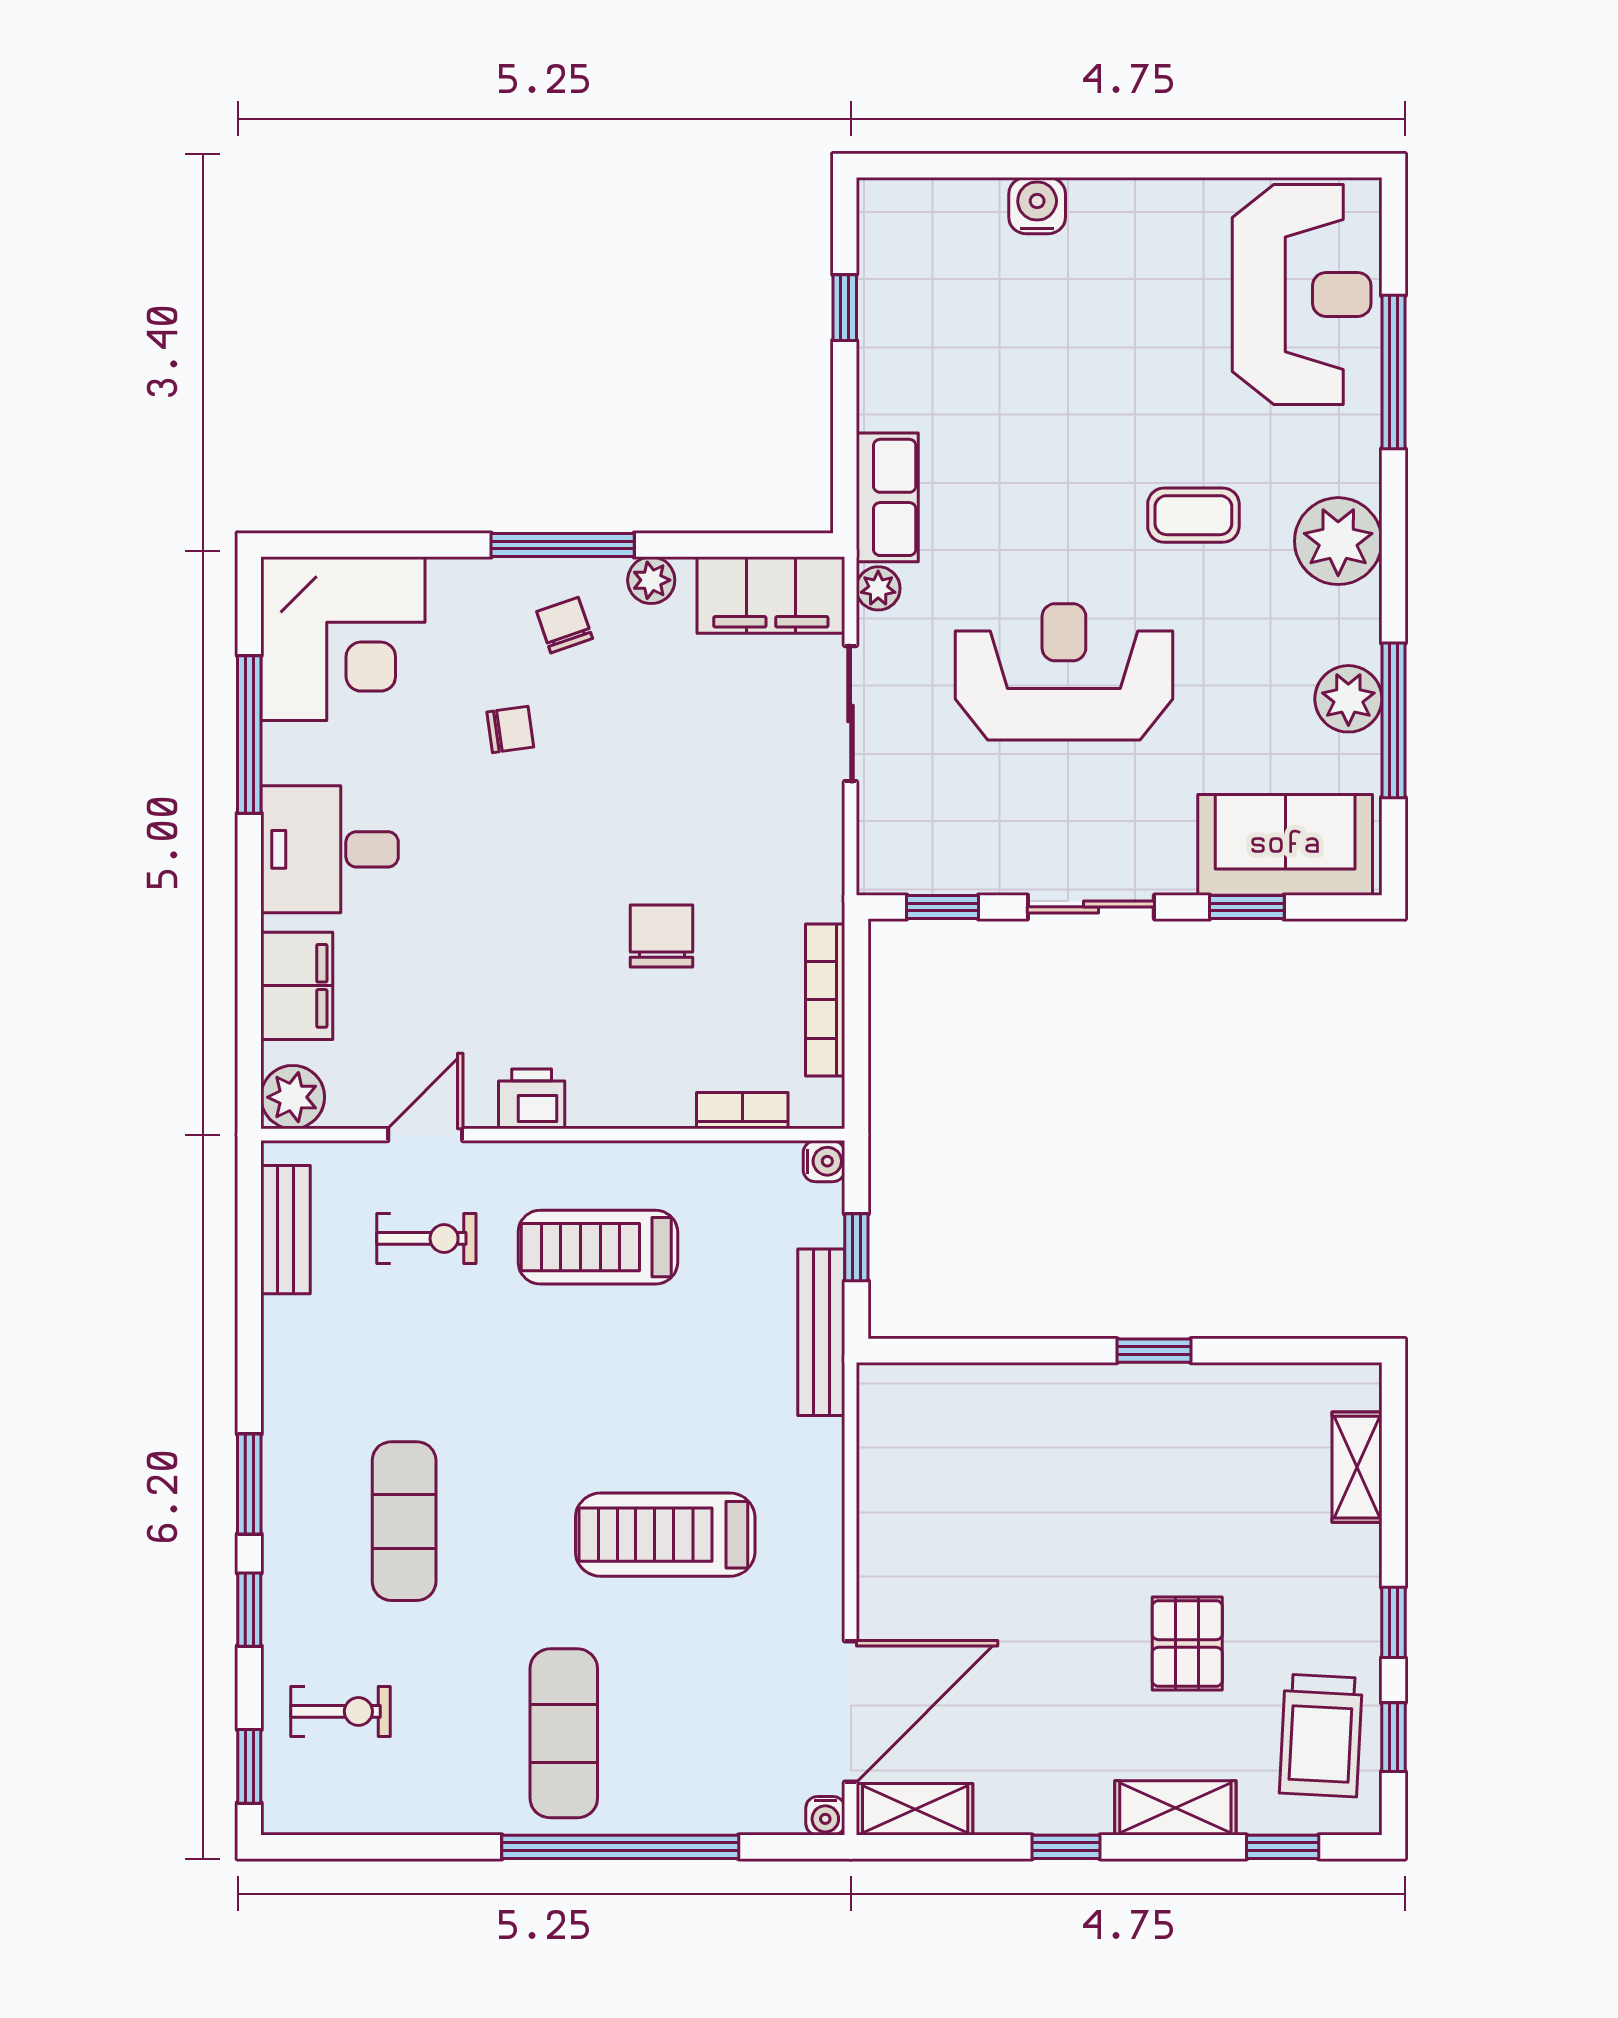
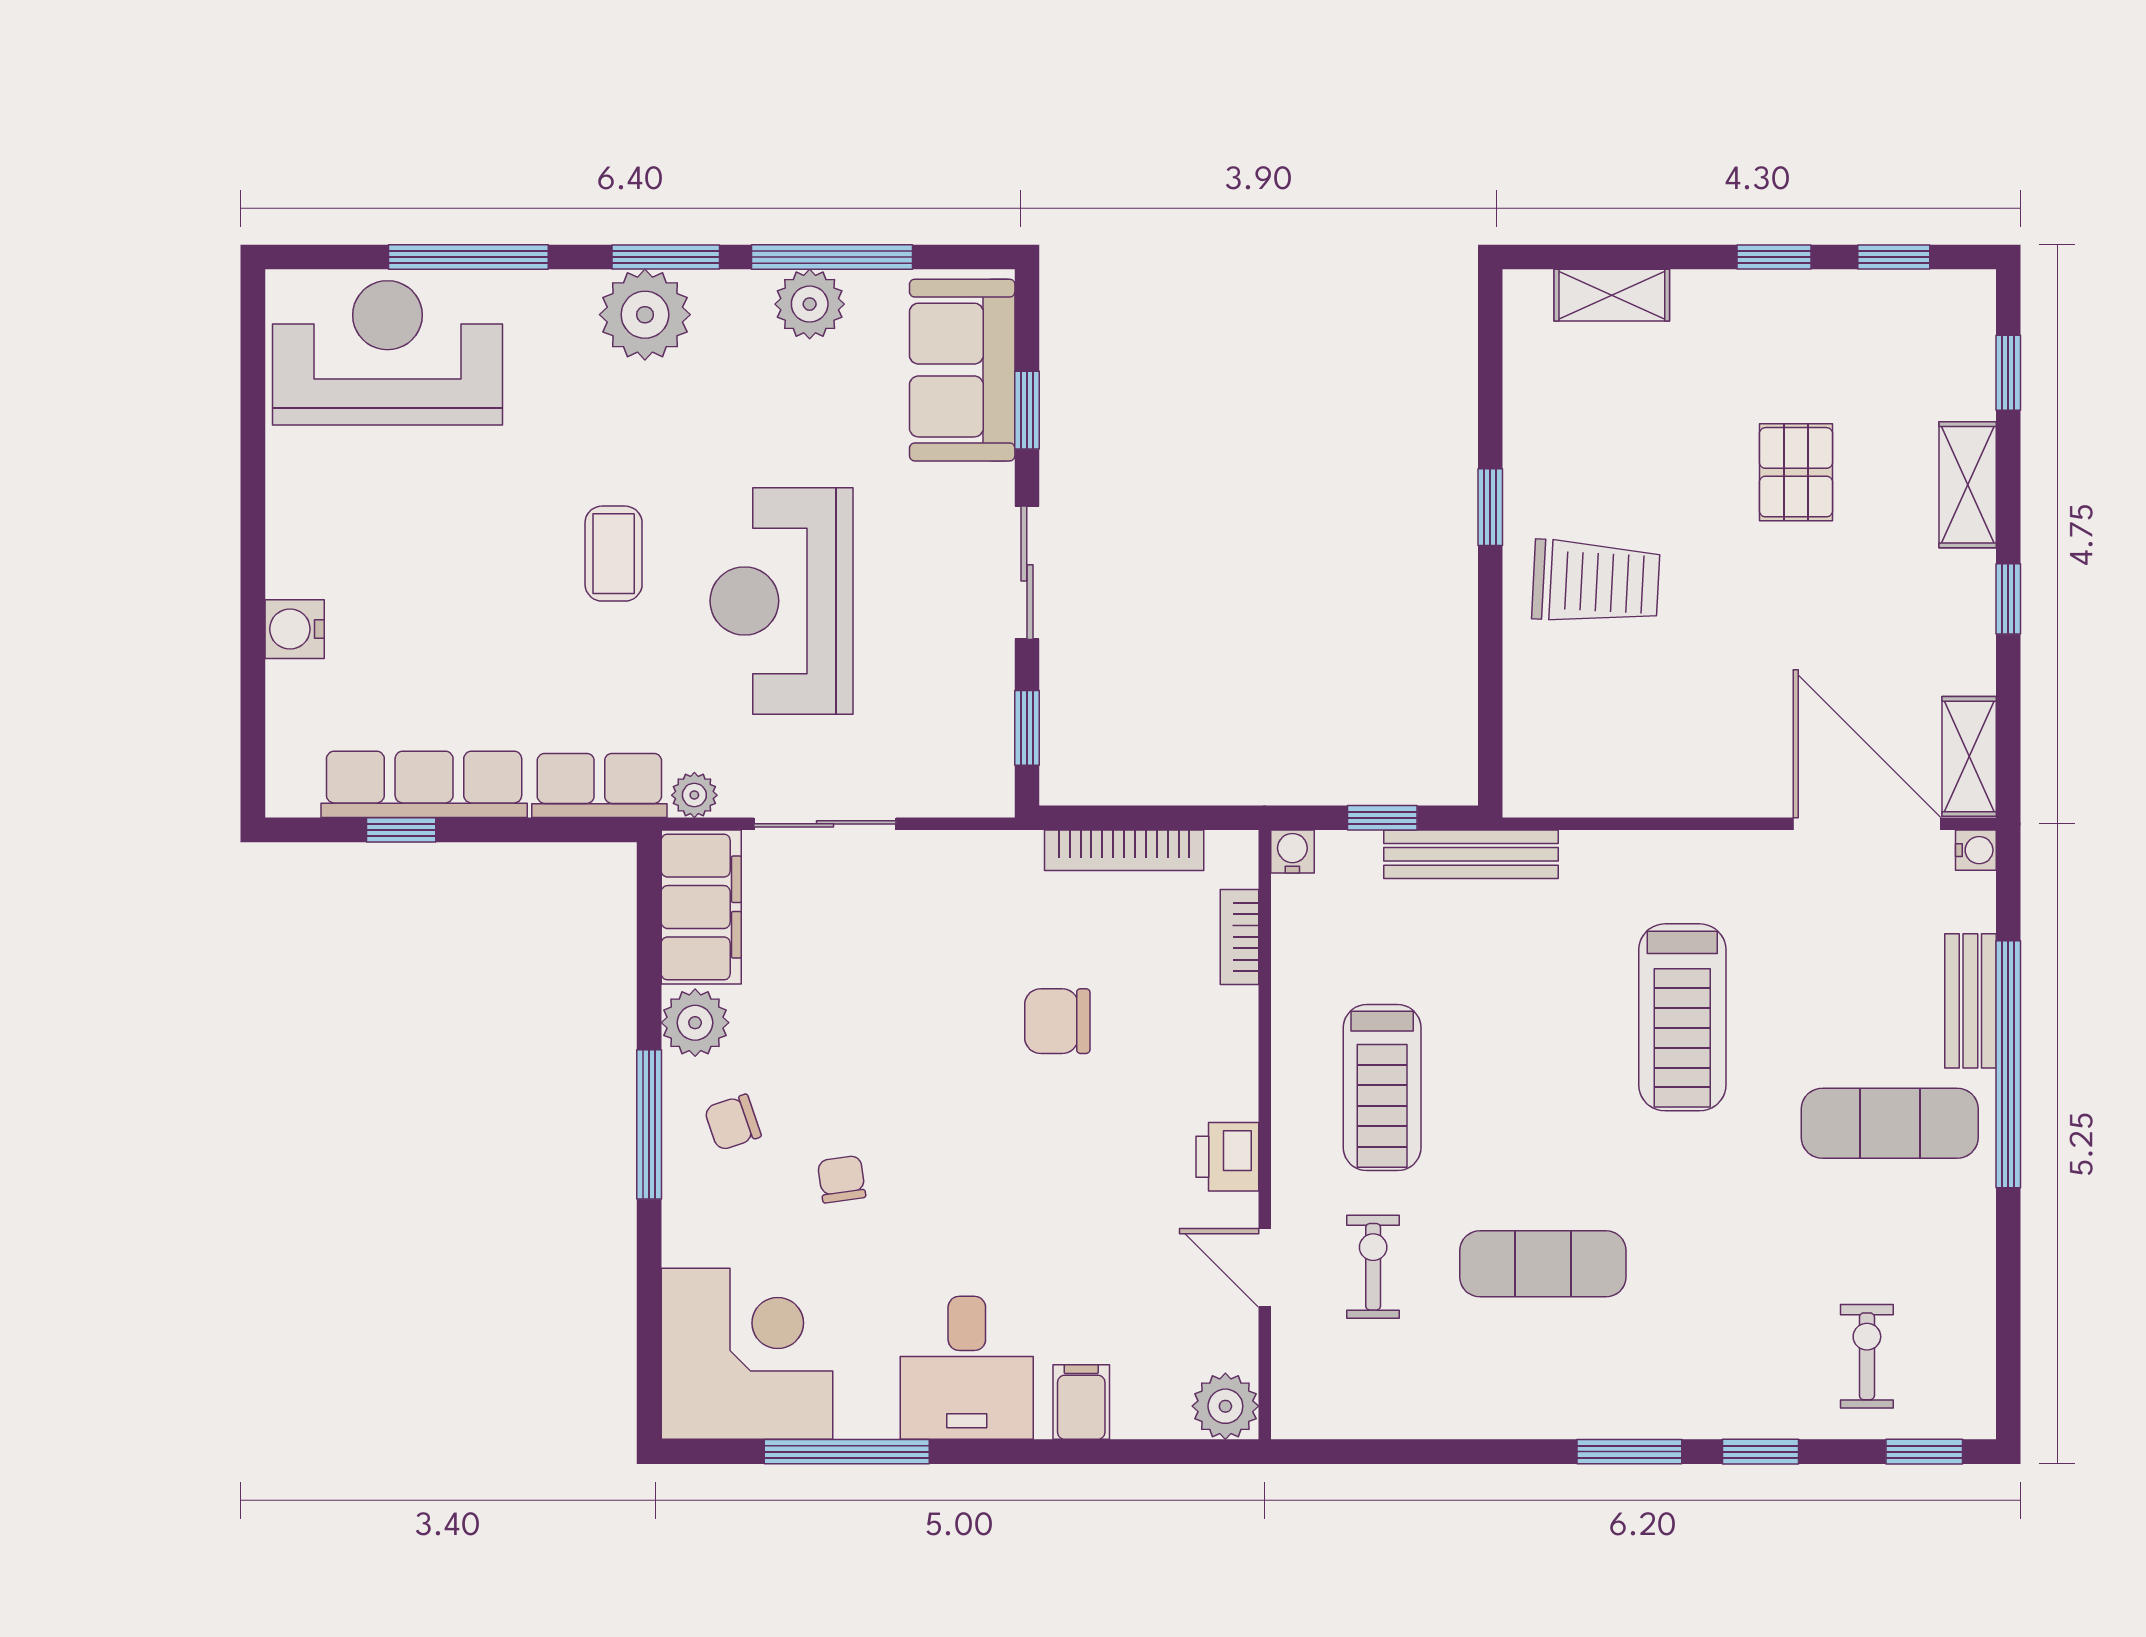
row of seats: (888, 330) -> (424, 784), added
coffee table: (1193, 515) -> (614, 554), moved
window: (1393, 561) -> (666, 257), added
plant: (651, 580) -> (695, 1023), width x1.38, depth x1.38
filing cabinet: (297, 986) -> (1081, 1402), width x0.50
bench: (286, 1230) -> (1970, 1001), moved, turned 90
exercise mat: (404, 1521) -> (1543, 1264), moved
pallet: (1187, 1644) -> (1796, 472), turned 90
trolley: (1321, 1736) -> (1596, 582), moved

